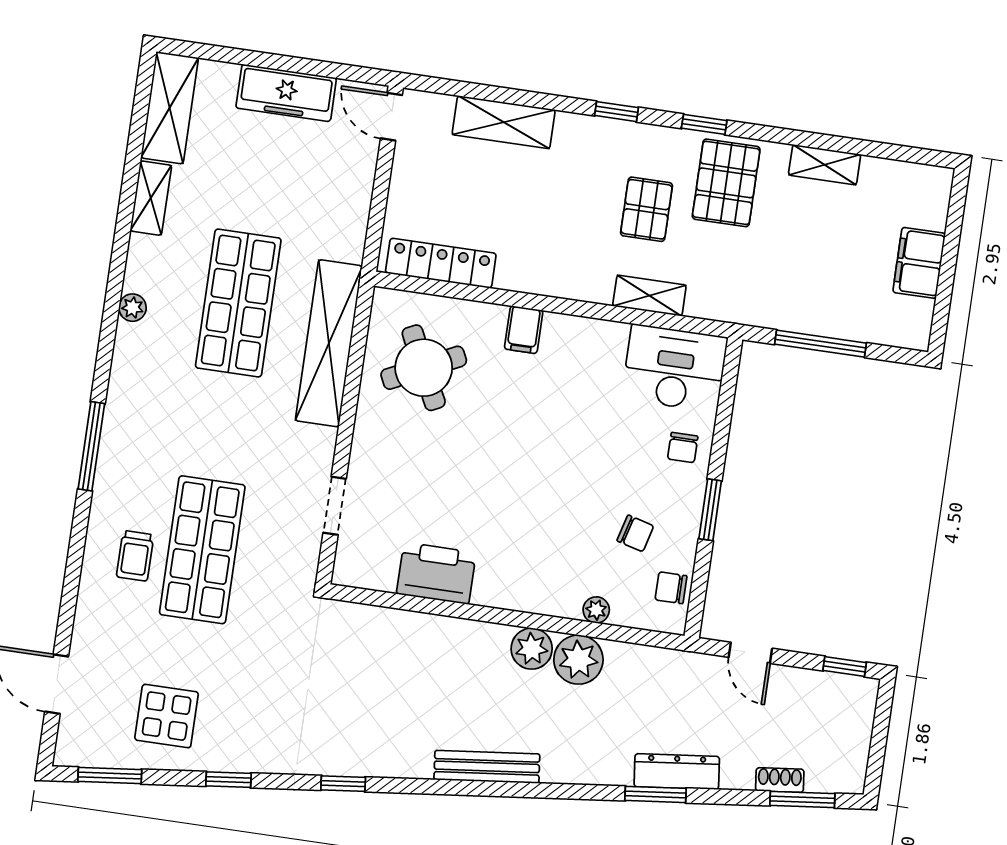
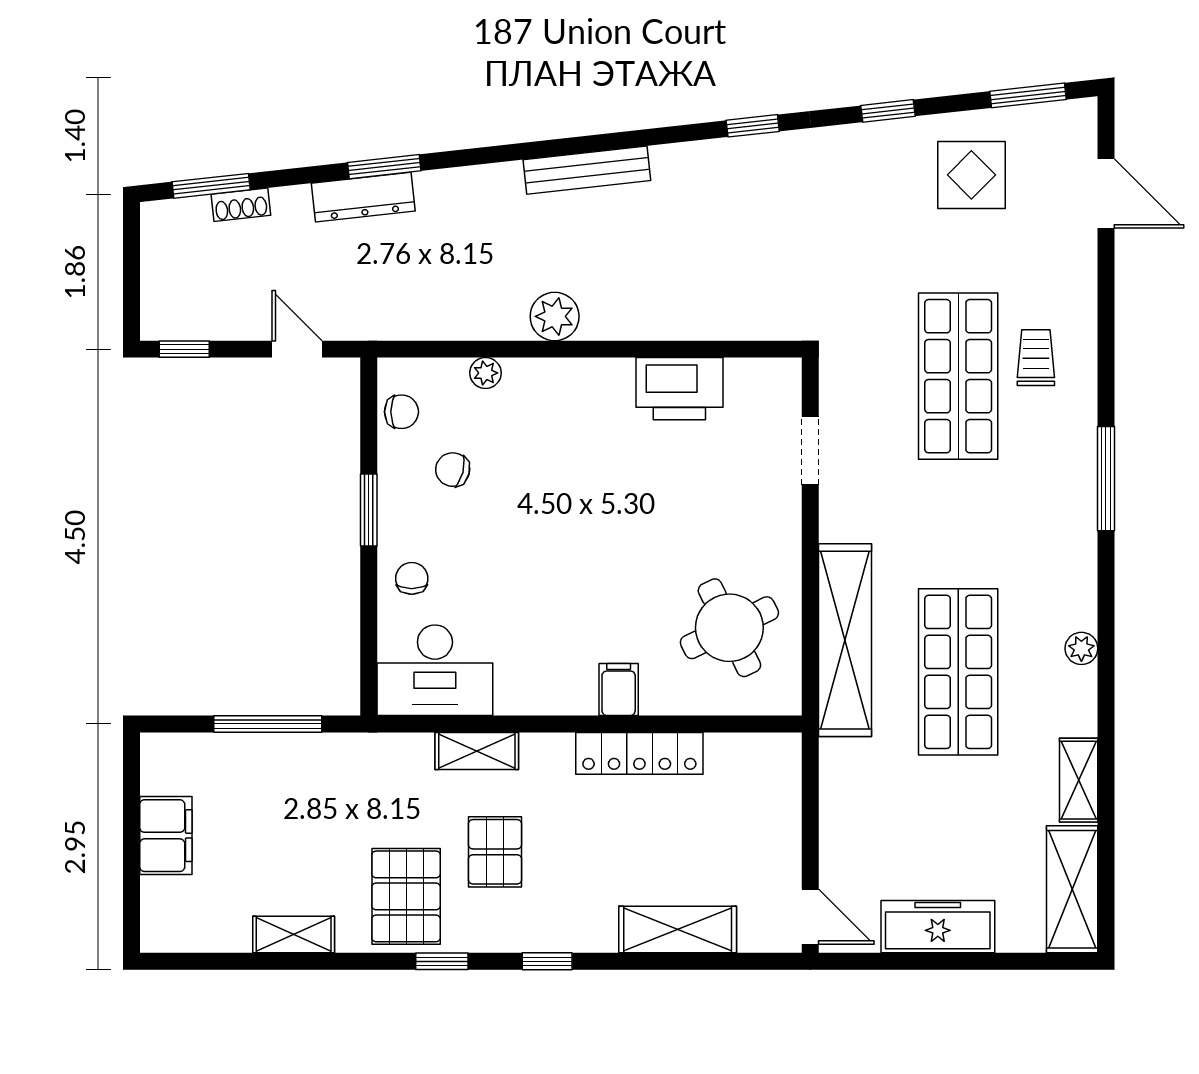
locker: (441, 263) -> (639, 753), moved
plant: (578, 660) -> (498, 312), removed

